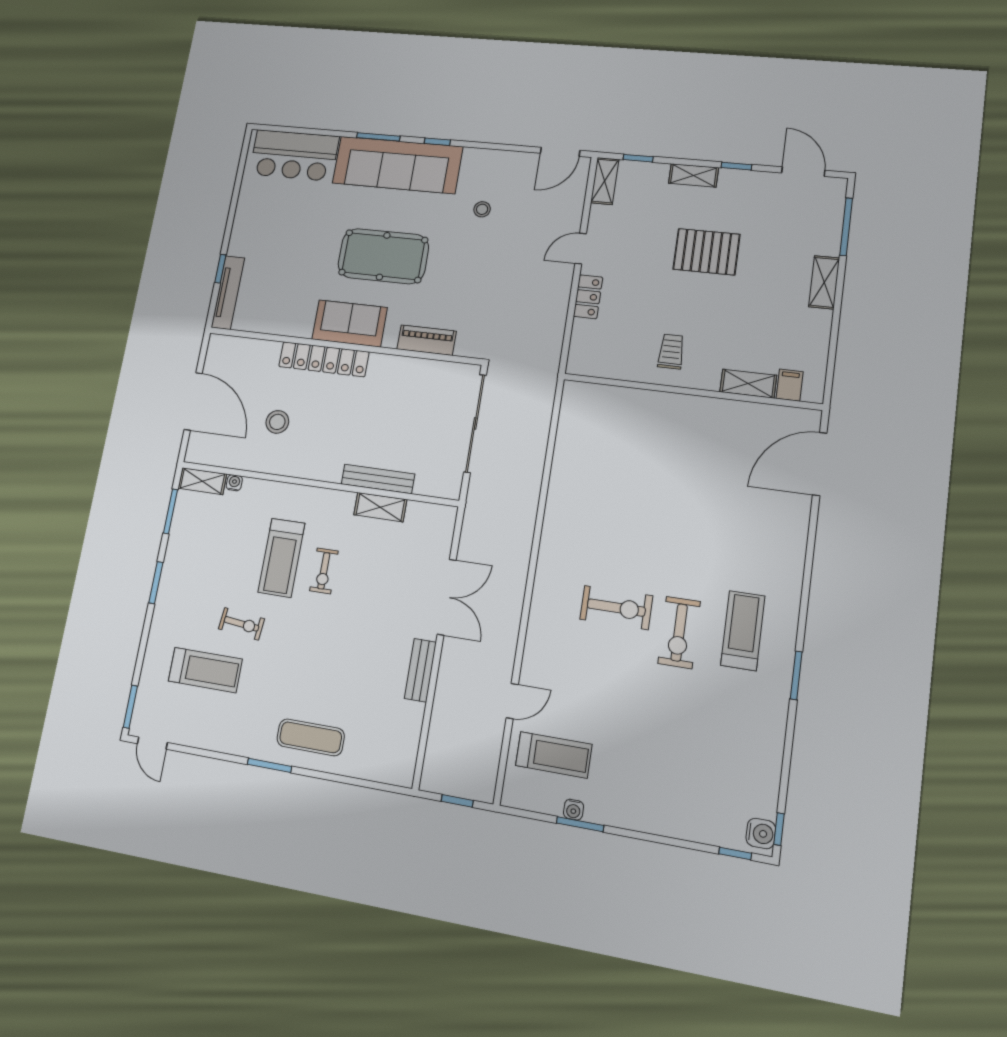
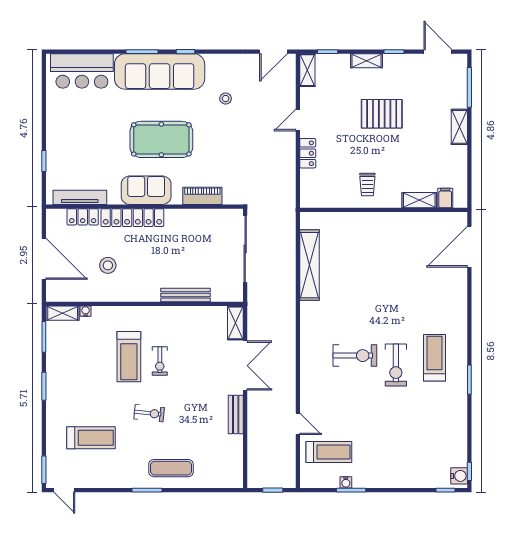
tv unit: (228, 293) -> (80, 197), moved, turned -90
locker: (256, 350) -> (83, 217), added
trolley: (671, 352) -> (367, 185), turned 180
shelving: (567, 459) -> (309, 265), added
shelving: (380, 507) -> (235, 323), moved, turned 90
exercise bike: (241, 624) -> (149, 413), moved
door: (512, 701) -> (298, 424), hinge flipped

